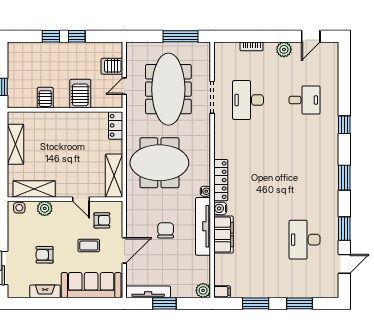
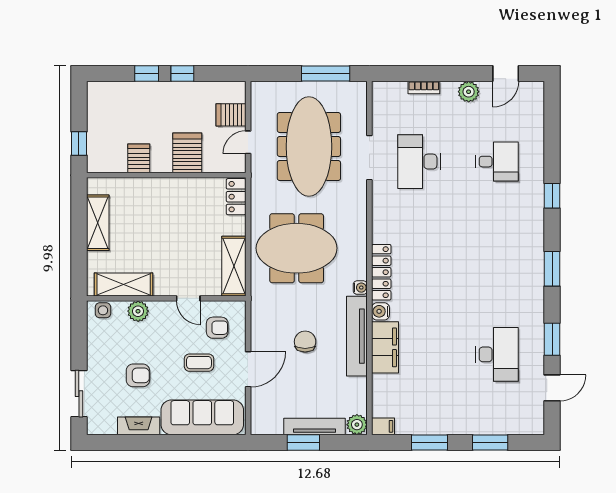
desk: (305, 240) -> (497, 354), turned 180
armchair: (45, 255) -> (138, 375), turned 180
tv unit: (148, 292) -> (315, 426), moved

